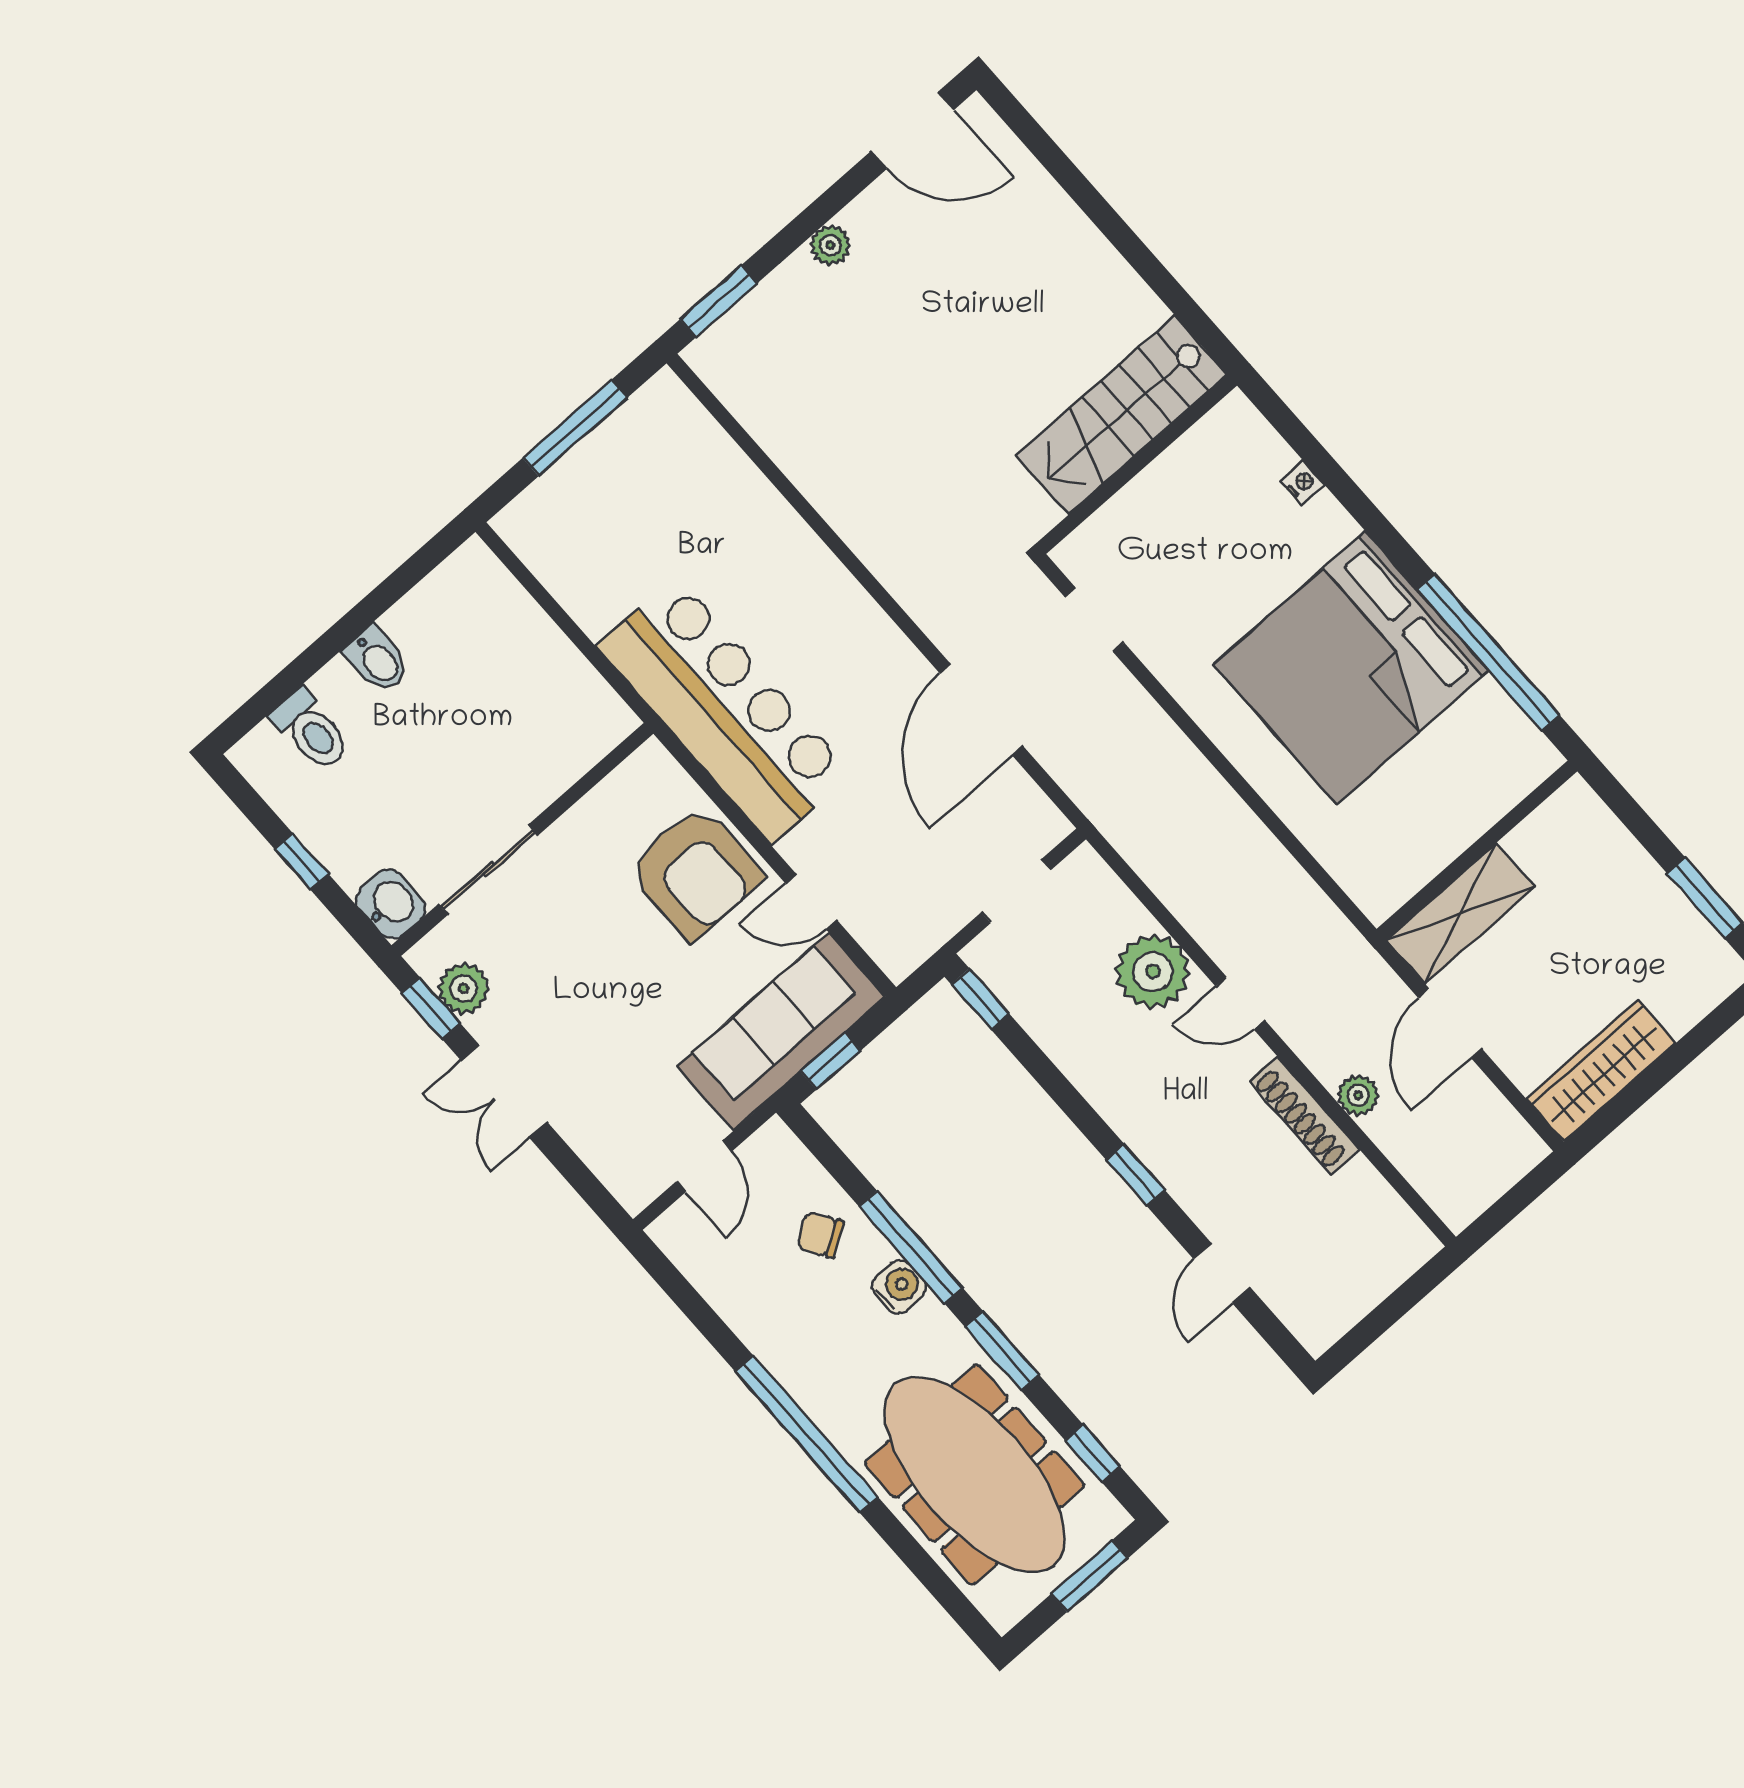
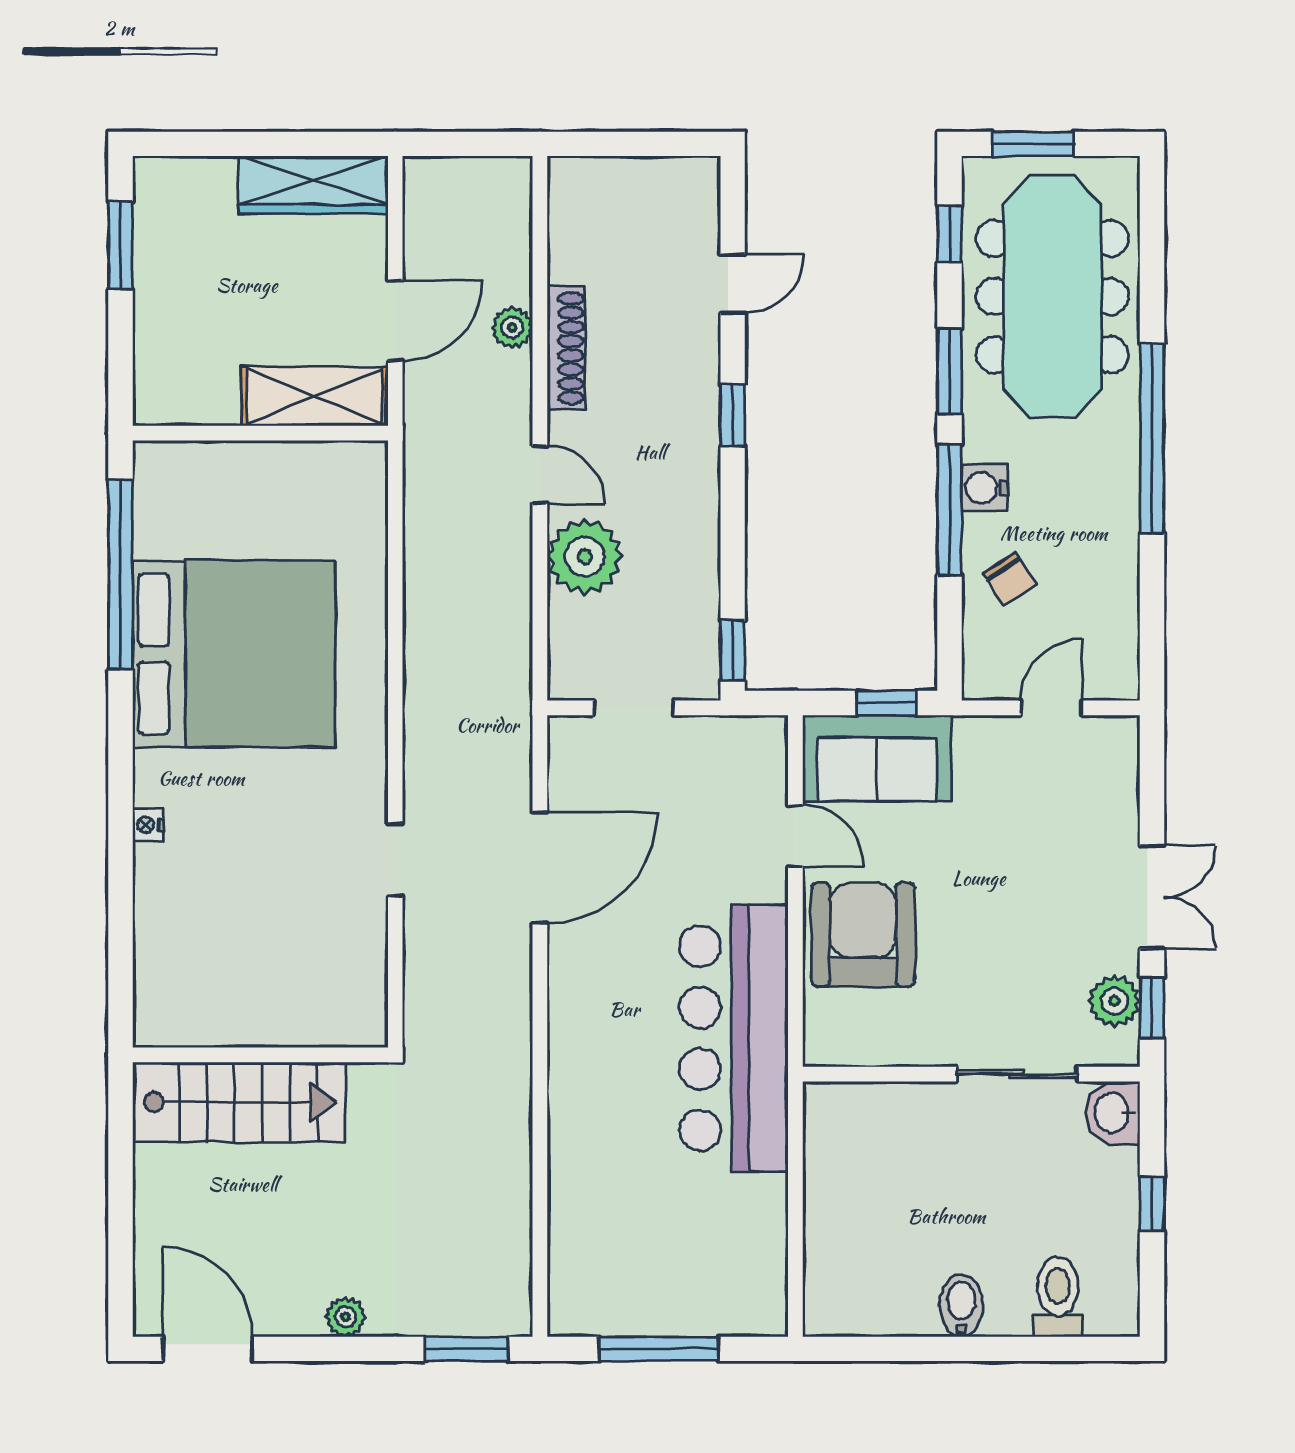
stairs: (1122, 415) -> (239, 1102), moved
wall: (1137, 464) -> (260, 1055), moved
sofa: (781, 1031) -> (877, 758), width x0.73

